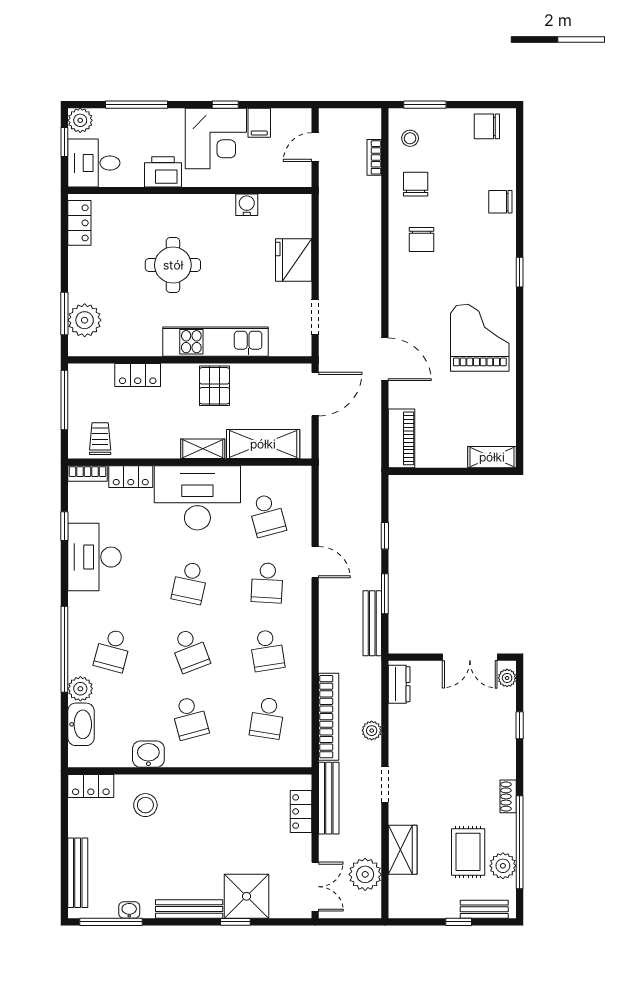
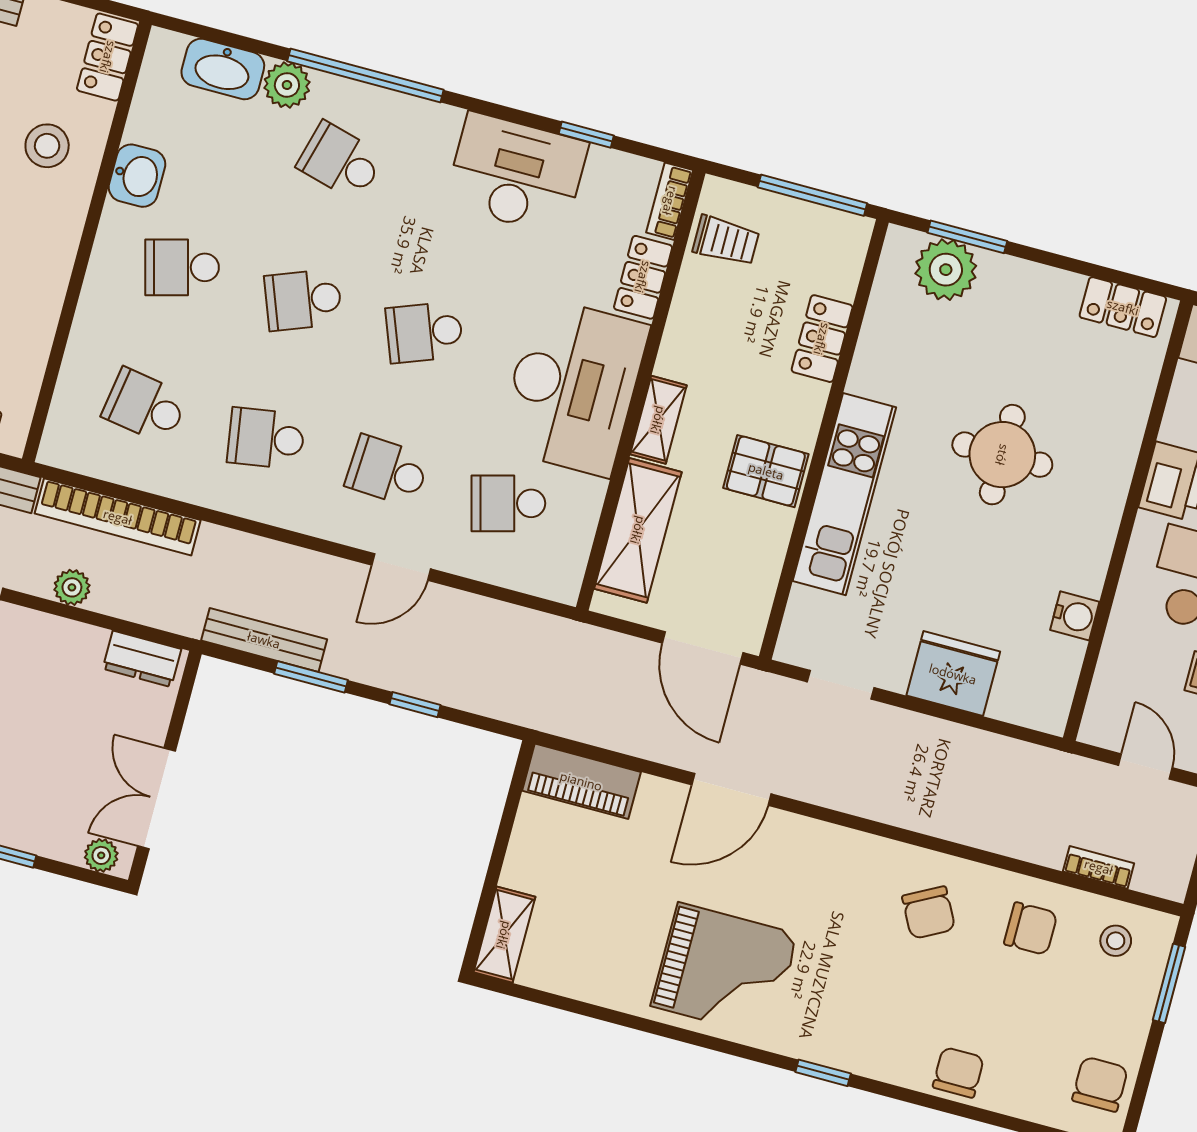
chair: (421, 240) -> (929, 913), turned -118
school desk: (190, 583) -> (424, 332), turned -33

